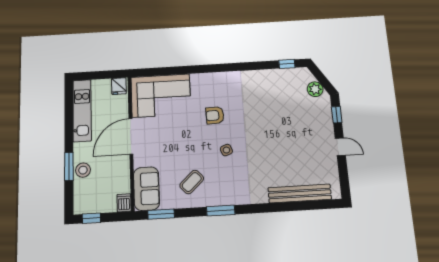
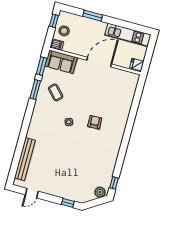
plant: (315, 89) -> (100, 192), moved
corner sofa: (161, 96) -> (121, 91), removed
door: (131, 136) -> (99, 62), hinge flipped
door: (340, 147) -> (32, 193), moved
stool: (83, 170) -> (64, 31), moved
window: (221, 211) -> (35, 89), moved

